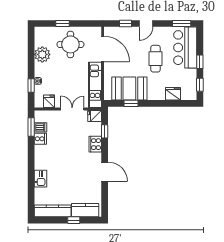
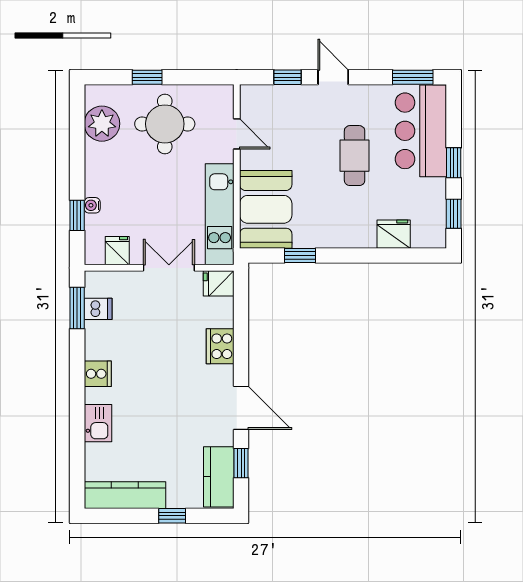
door: (146, 24) -> (333, 77), swing flipped
door: (103, 49) -> (237, 134), width x0.53
plant: (42, 54) -> (102, 124), moved
booth: (129, 88) -> (266, 209), moved, turned 90
window: (105, 131) -> (241, 463), moved
cooker: (40, 139) -> (98, 374), moved
kitchen counter: (85, 210) -> (219, 477), moved, turned -90

